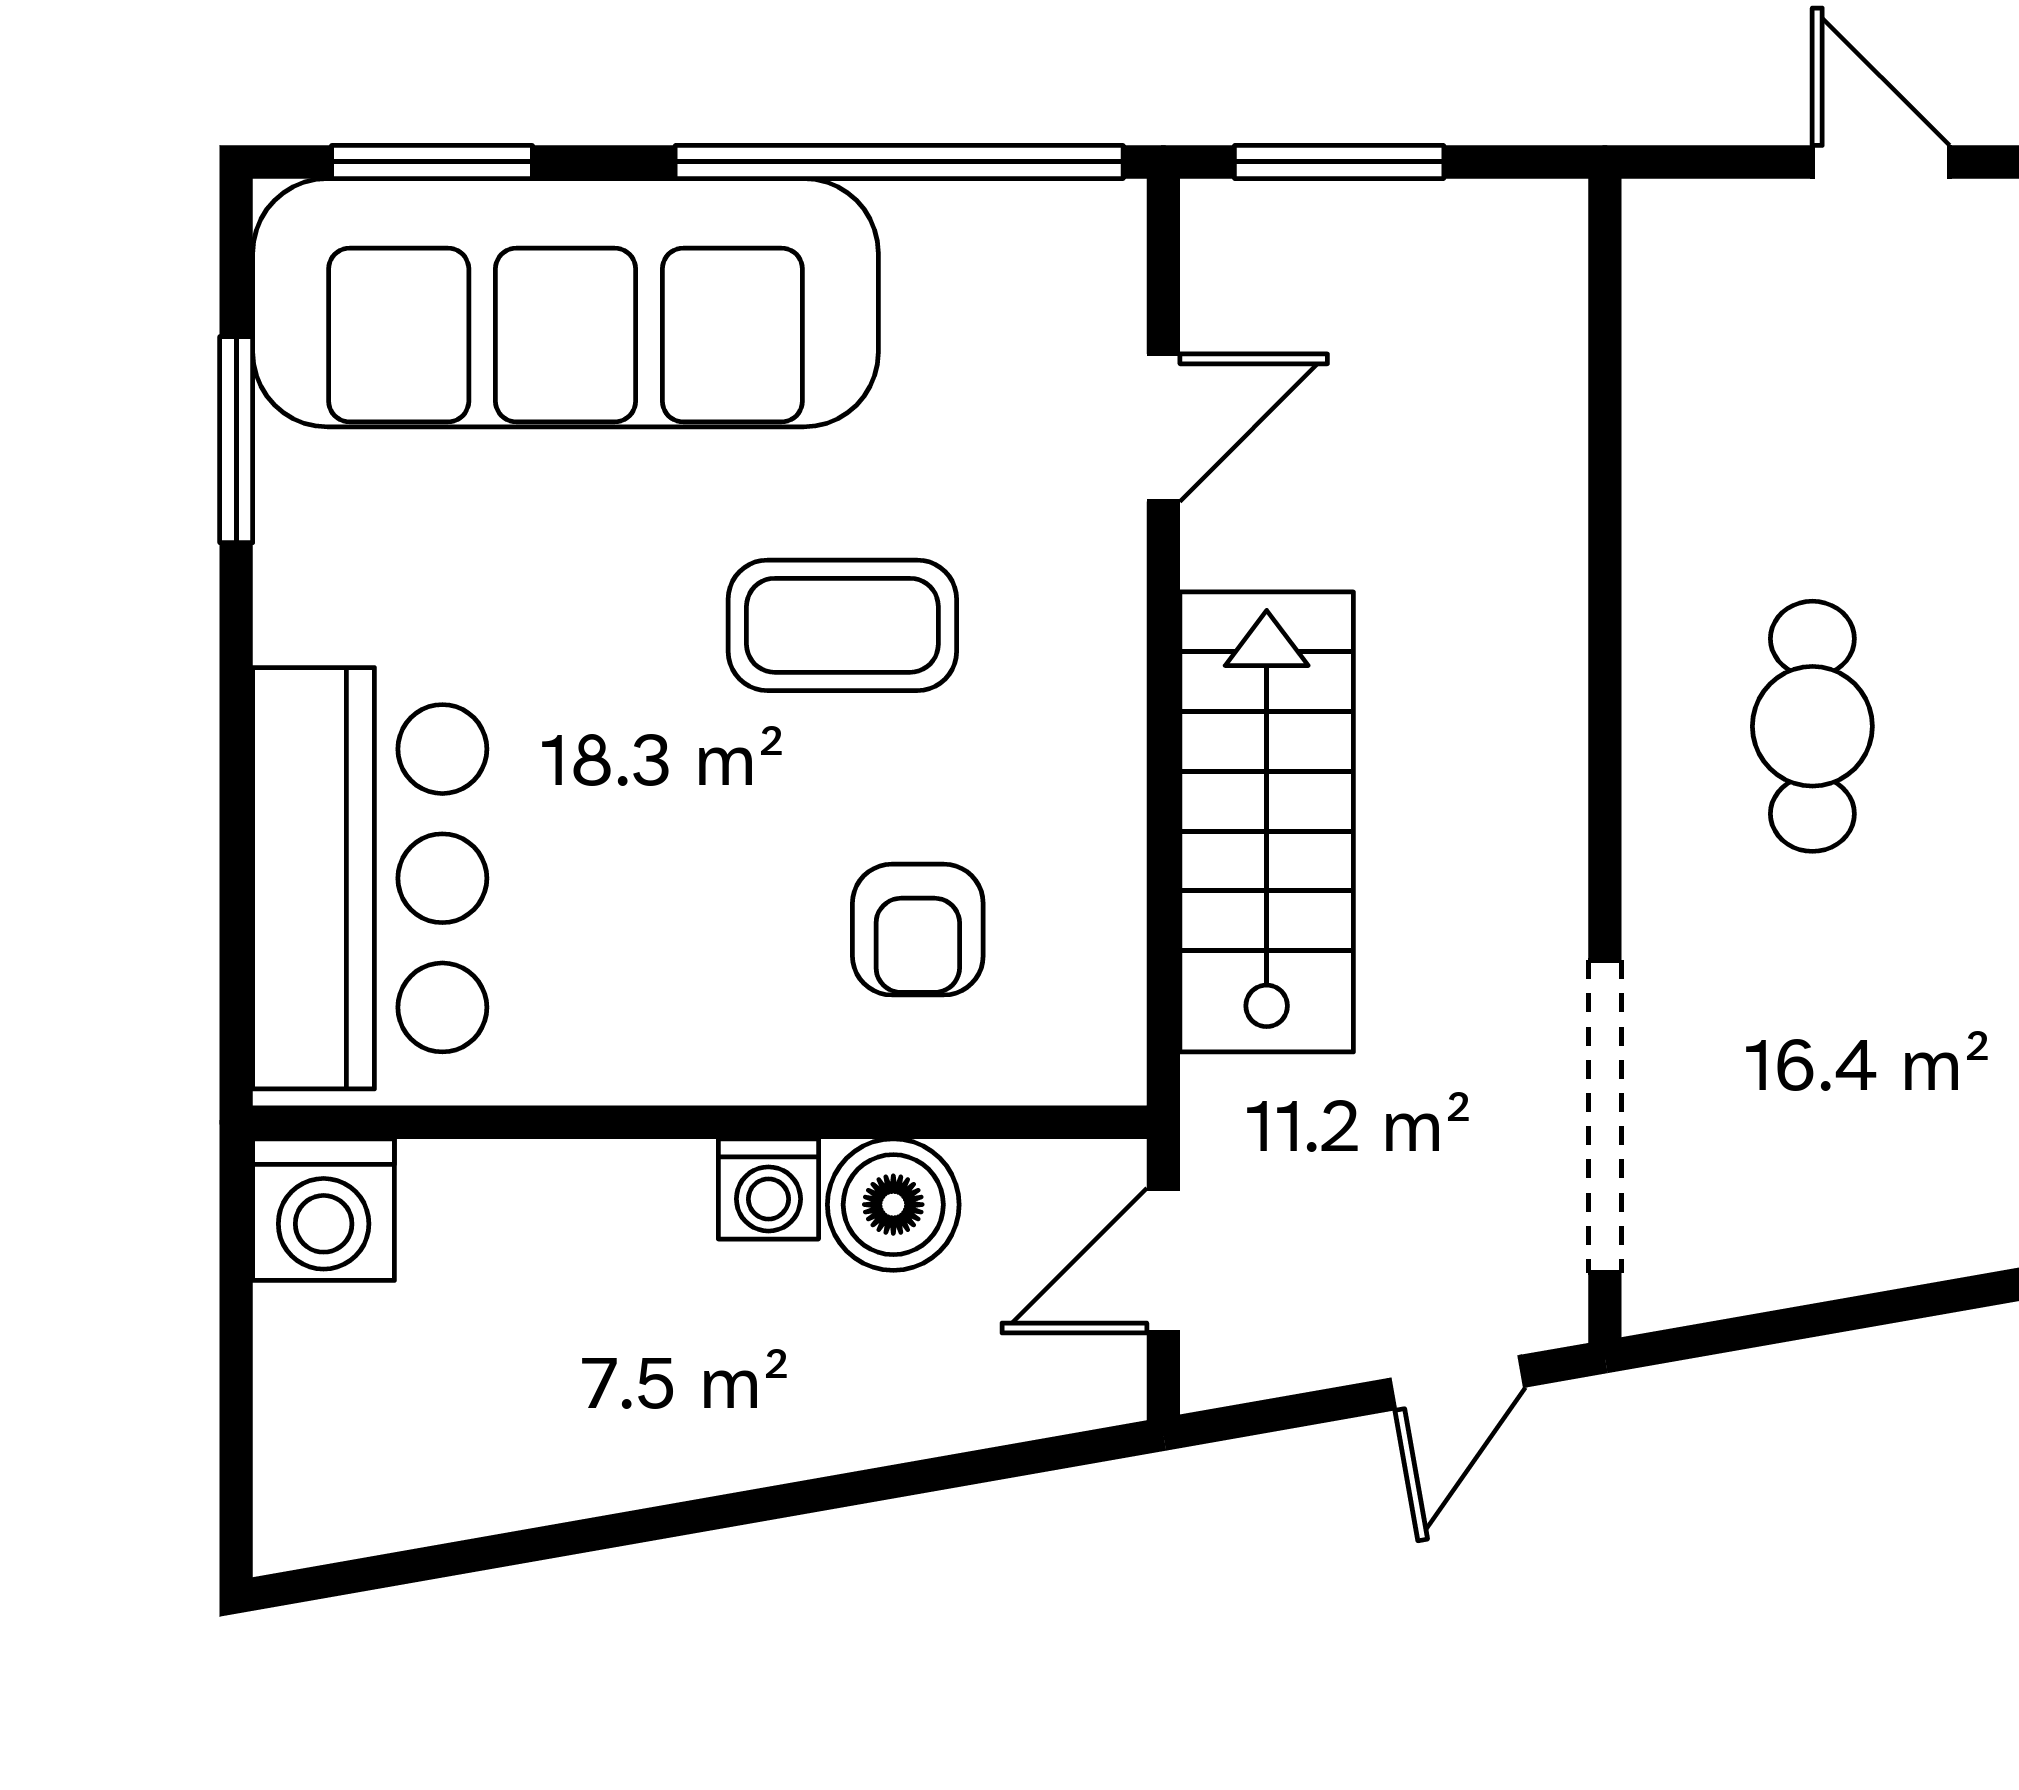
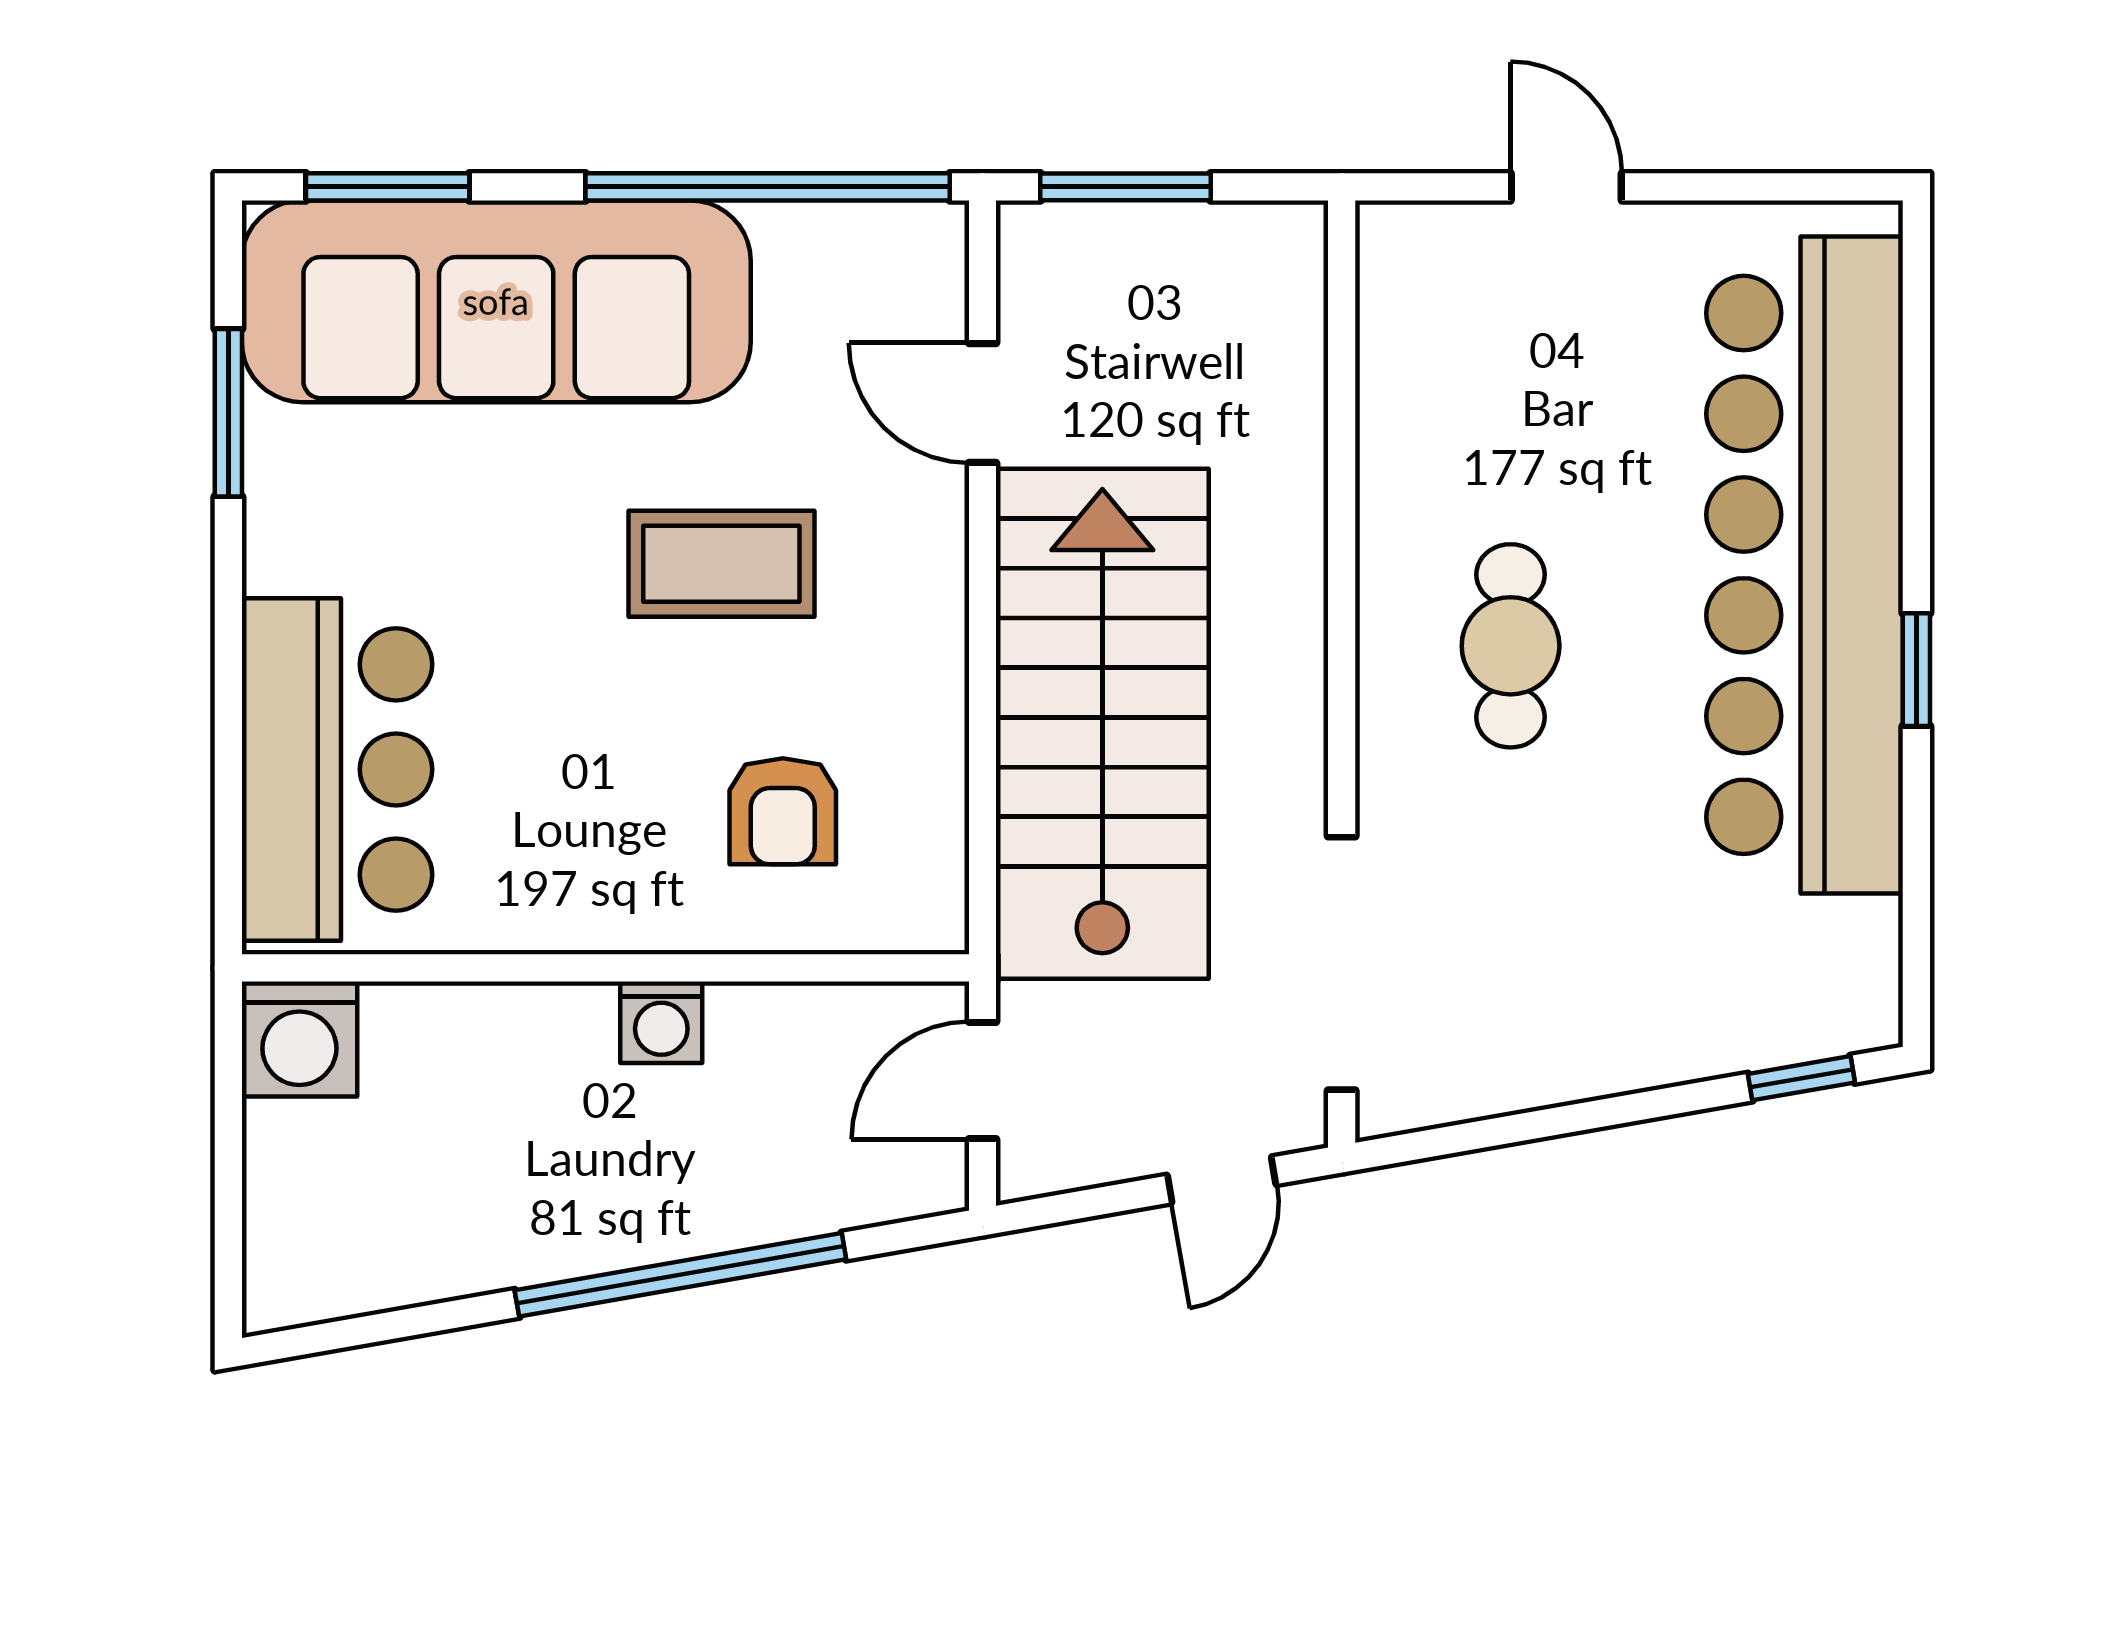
door: (1163, 428) -> (983, 403), swing flipped
stairs: (1267, 822) -> (1102, 724), width x1.36, depth x1.51
boiler: (893, 1205) -> (763, 1035), removed
window: (792, 1499) -> (680, 1275), added

